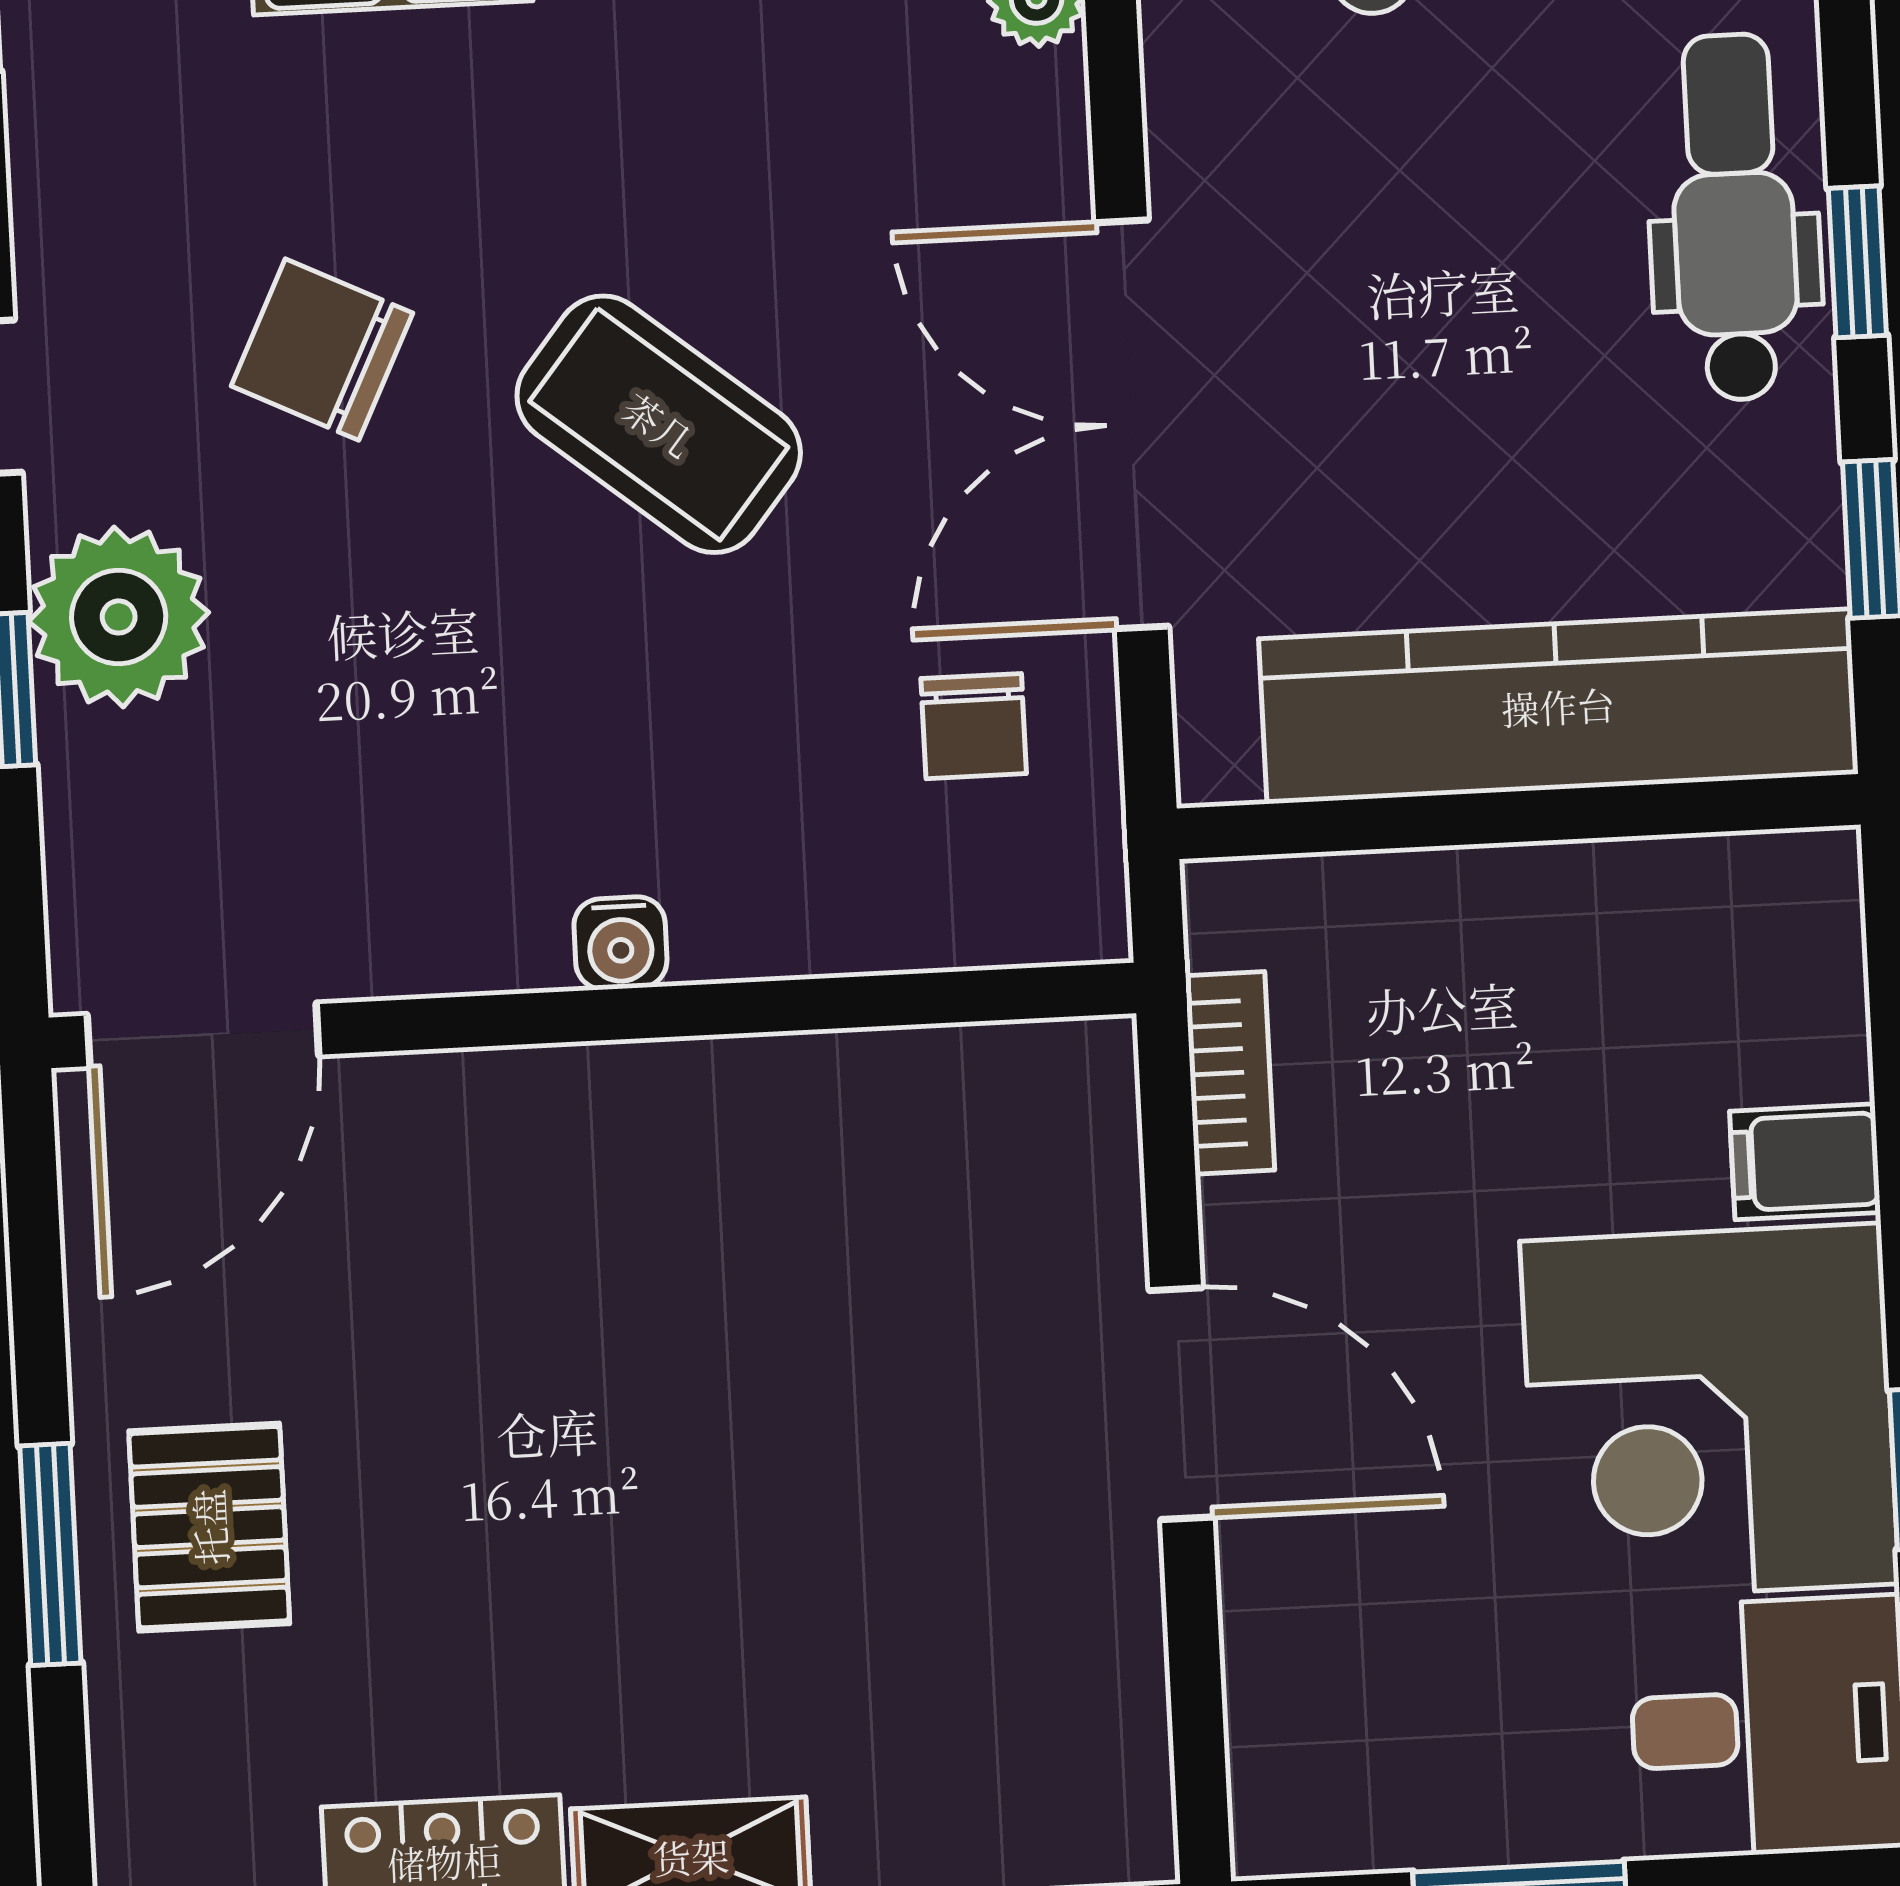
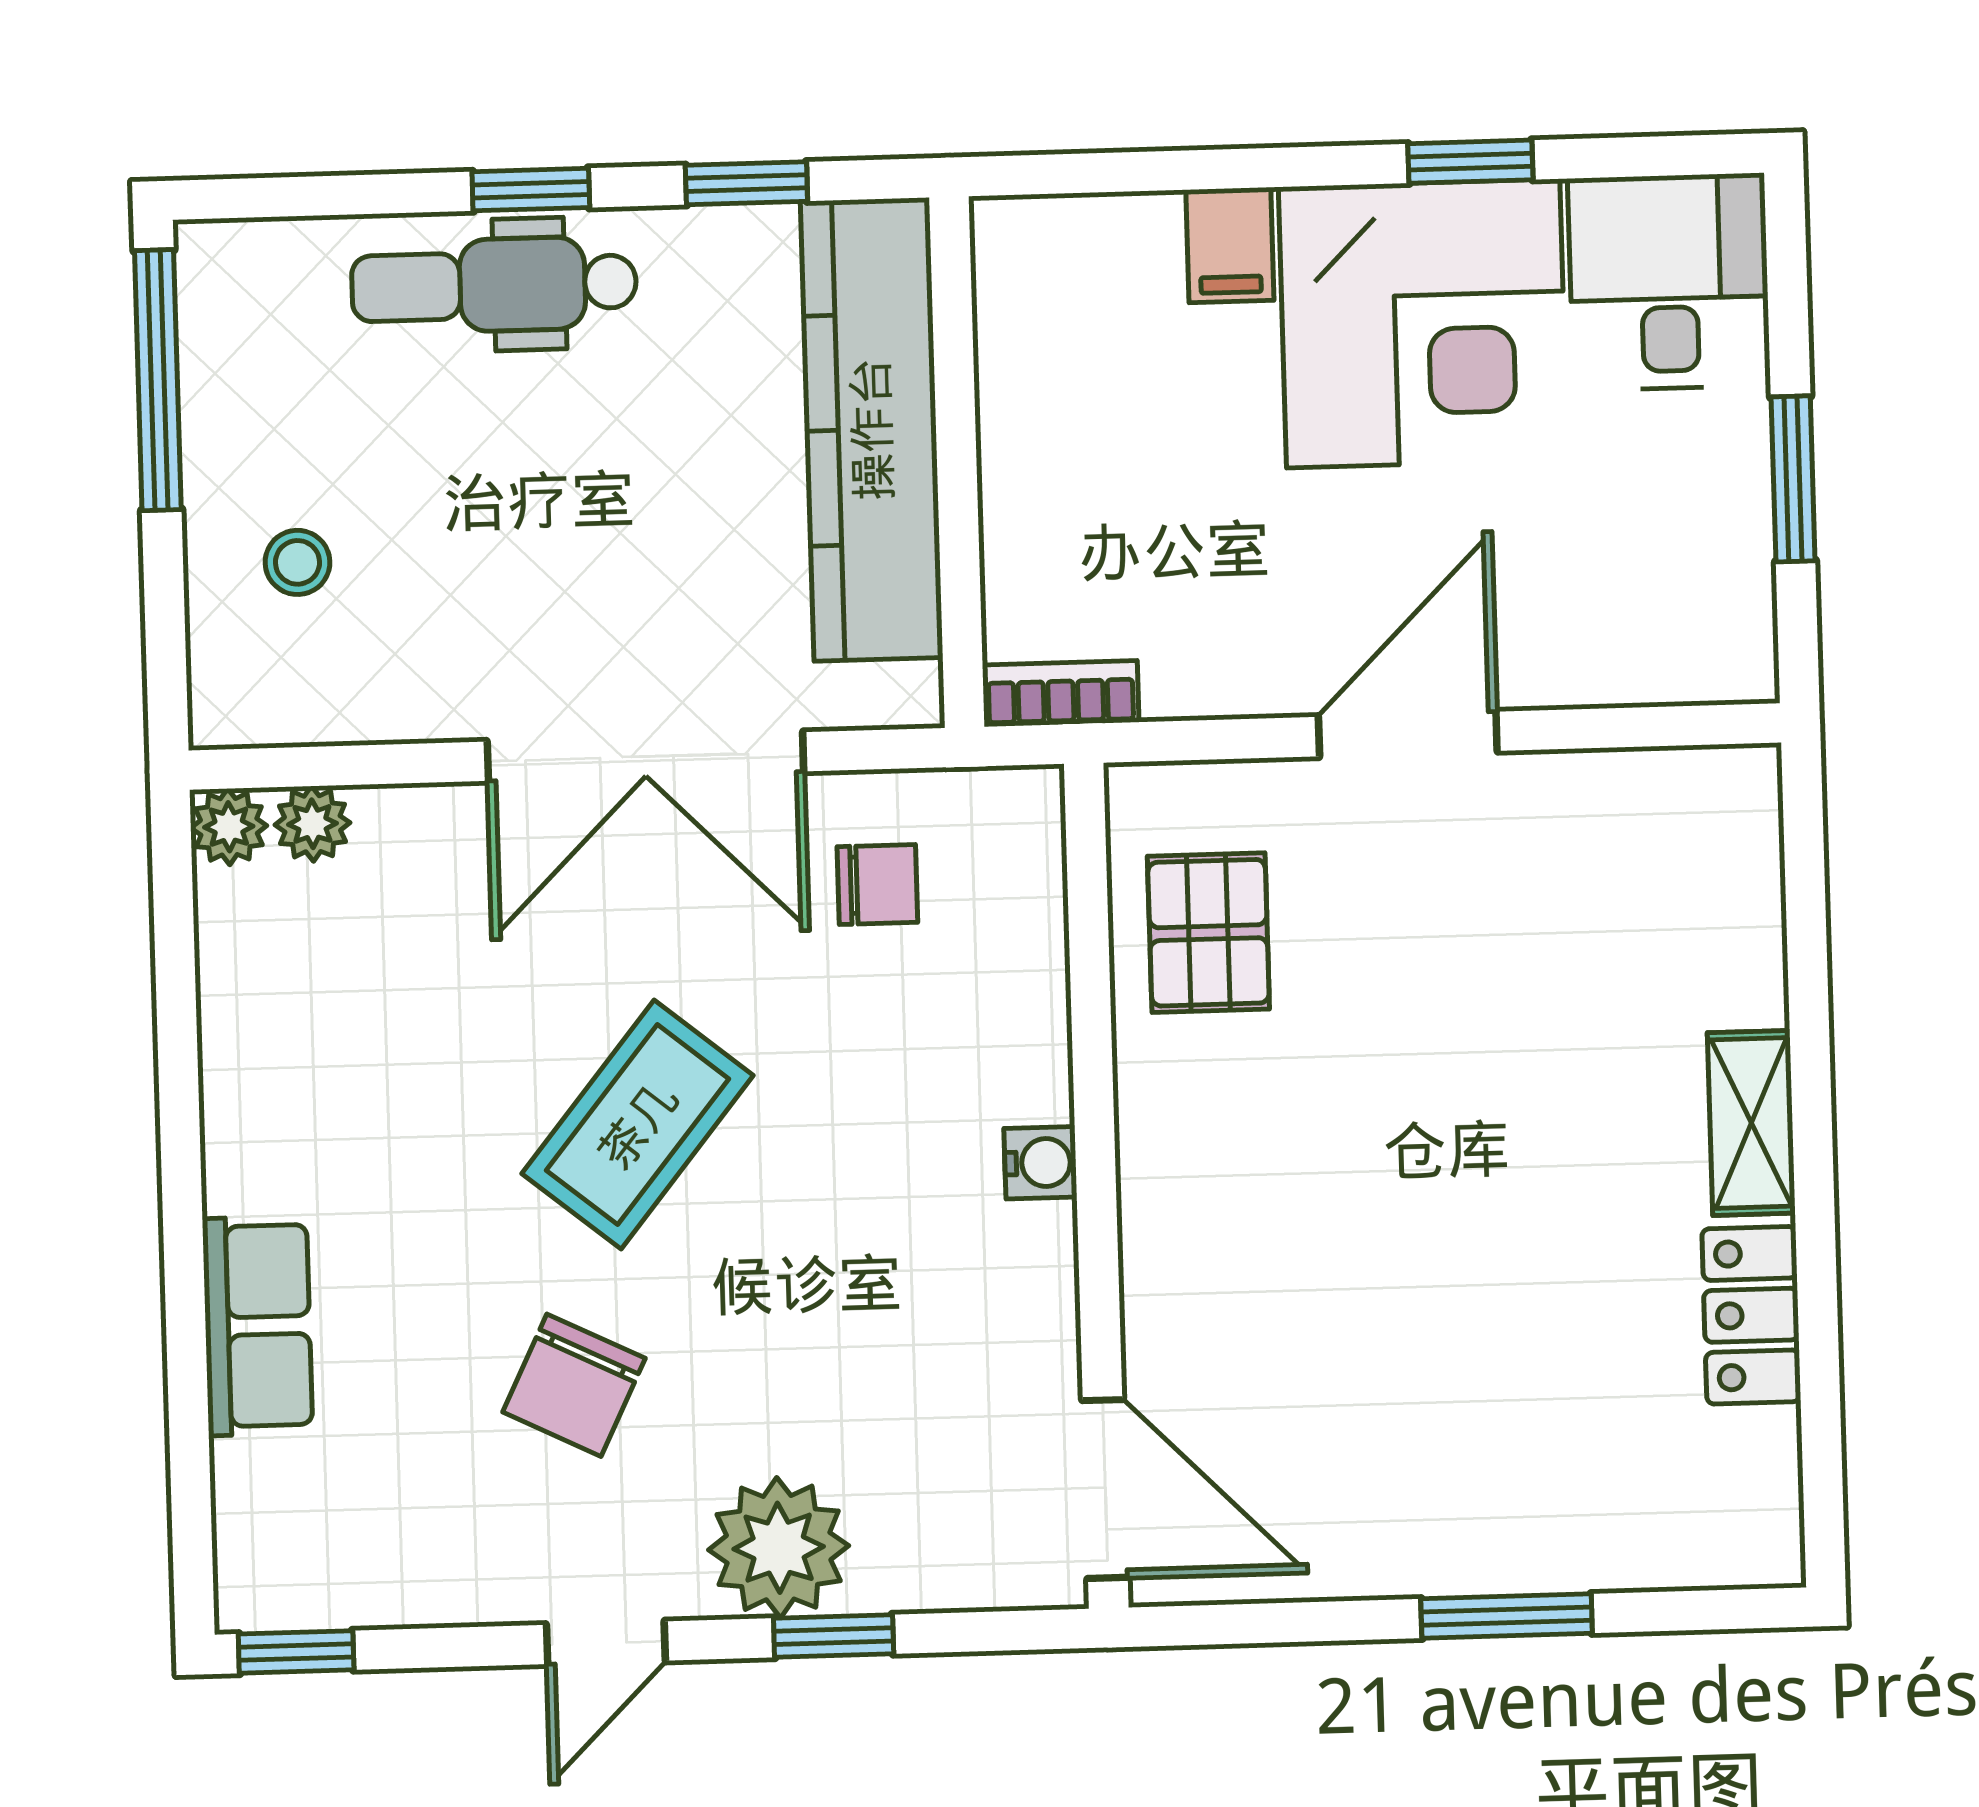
bookcase: (1230, 1073) -> (1061, 694), moved
pallet: (209, 1527) -> (1208, 933), moved, turned 90

